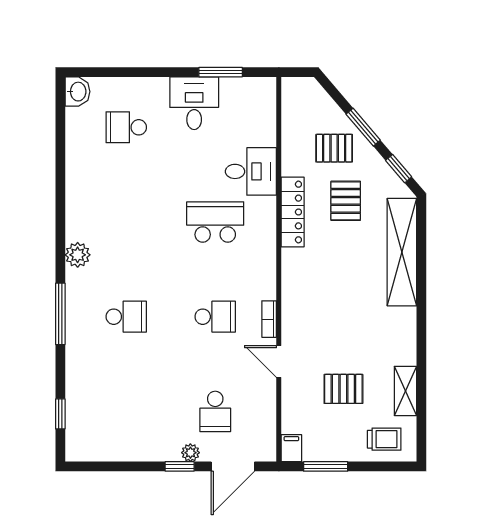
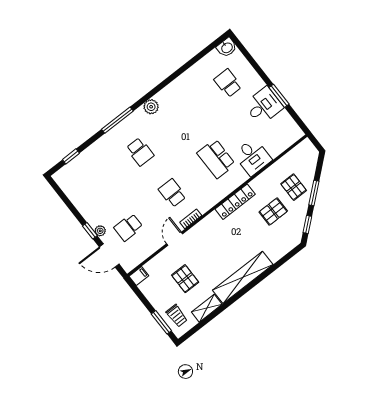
window: (221, 72) -> (279, 96), moved
locker: (293, 212) -> (235, 202), moved
school desk: (215, 222) -> (216, 159), turned 180
shelving: (402, 252) -> (243, 277), moved
school desk: (215, 317) -> (172, 193), turned 180
window: (326, 466) -> (161, 322), moved

